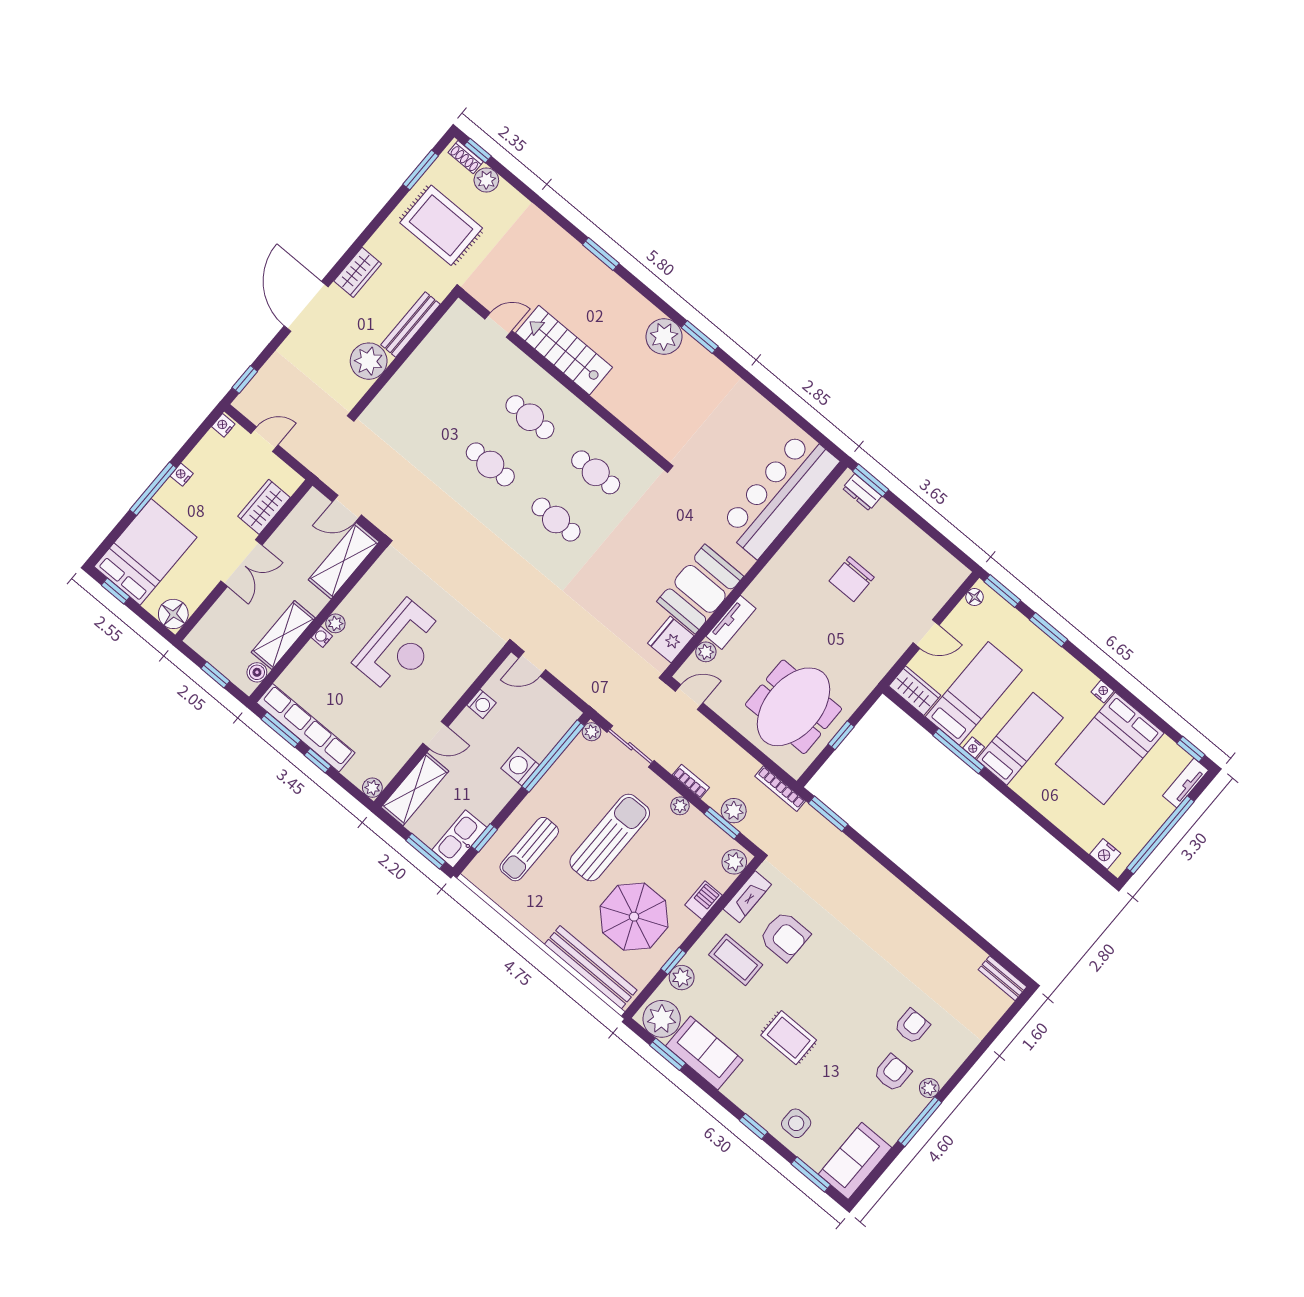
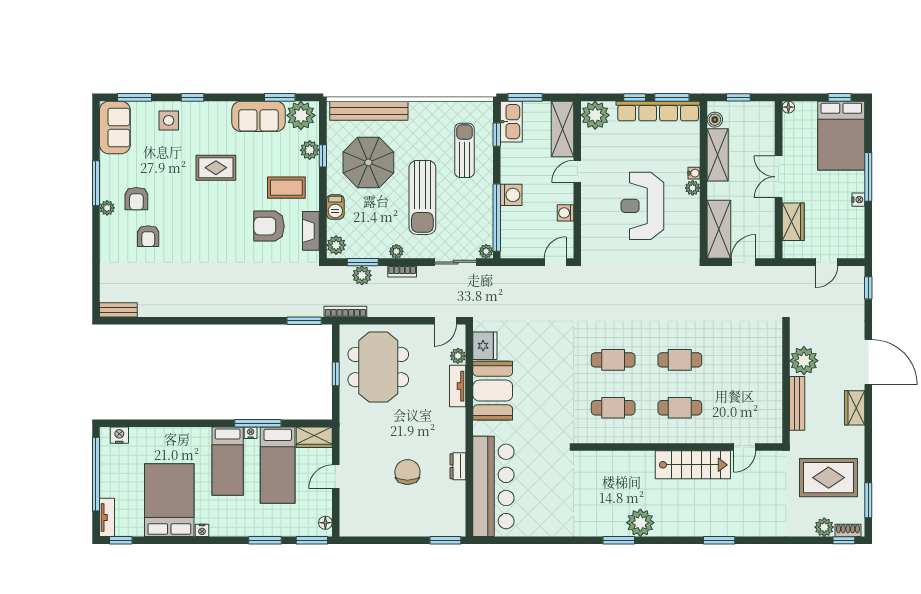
nightstand: (223, 425) -> (858, 250), removed
dresser: (862, 492) -> (458, 466), moved, turned -90
floor lamp: (173, 614) -> (788, 107), width x0.53, depth x0.53
plant: (372, 788) -> (595, 115), width x1.87, depth x1.87

